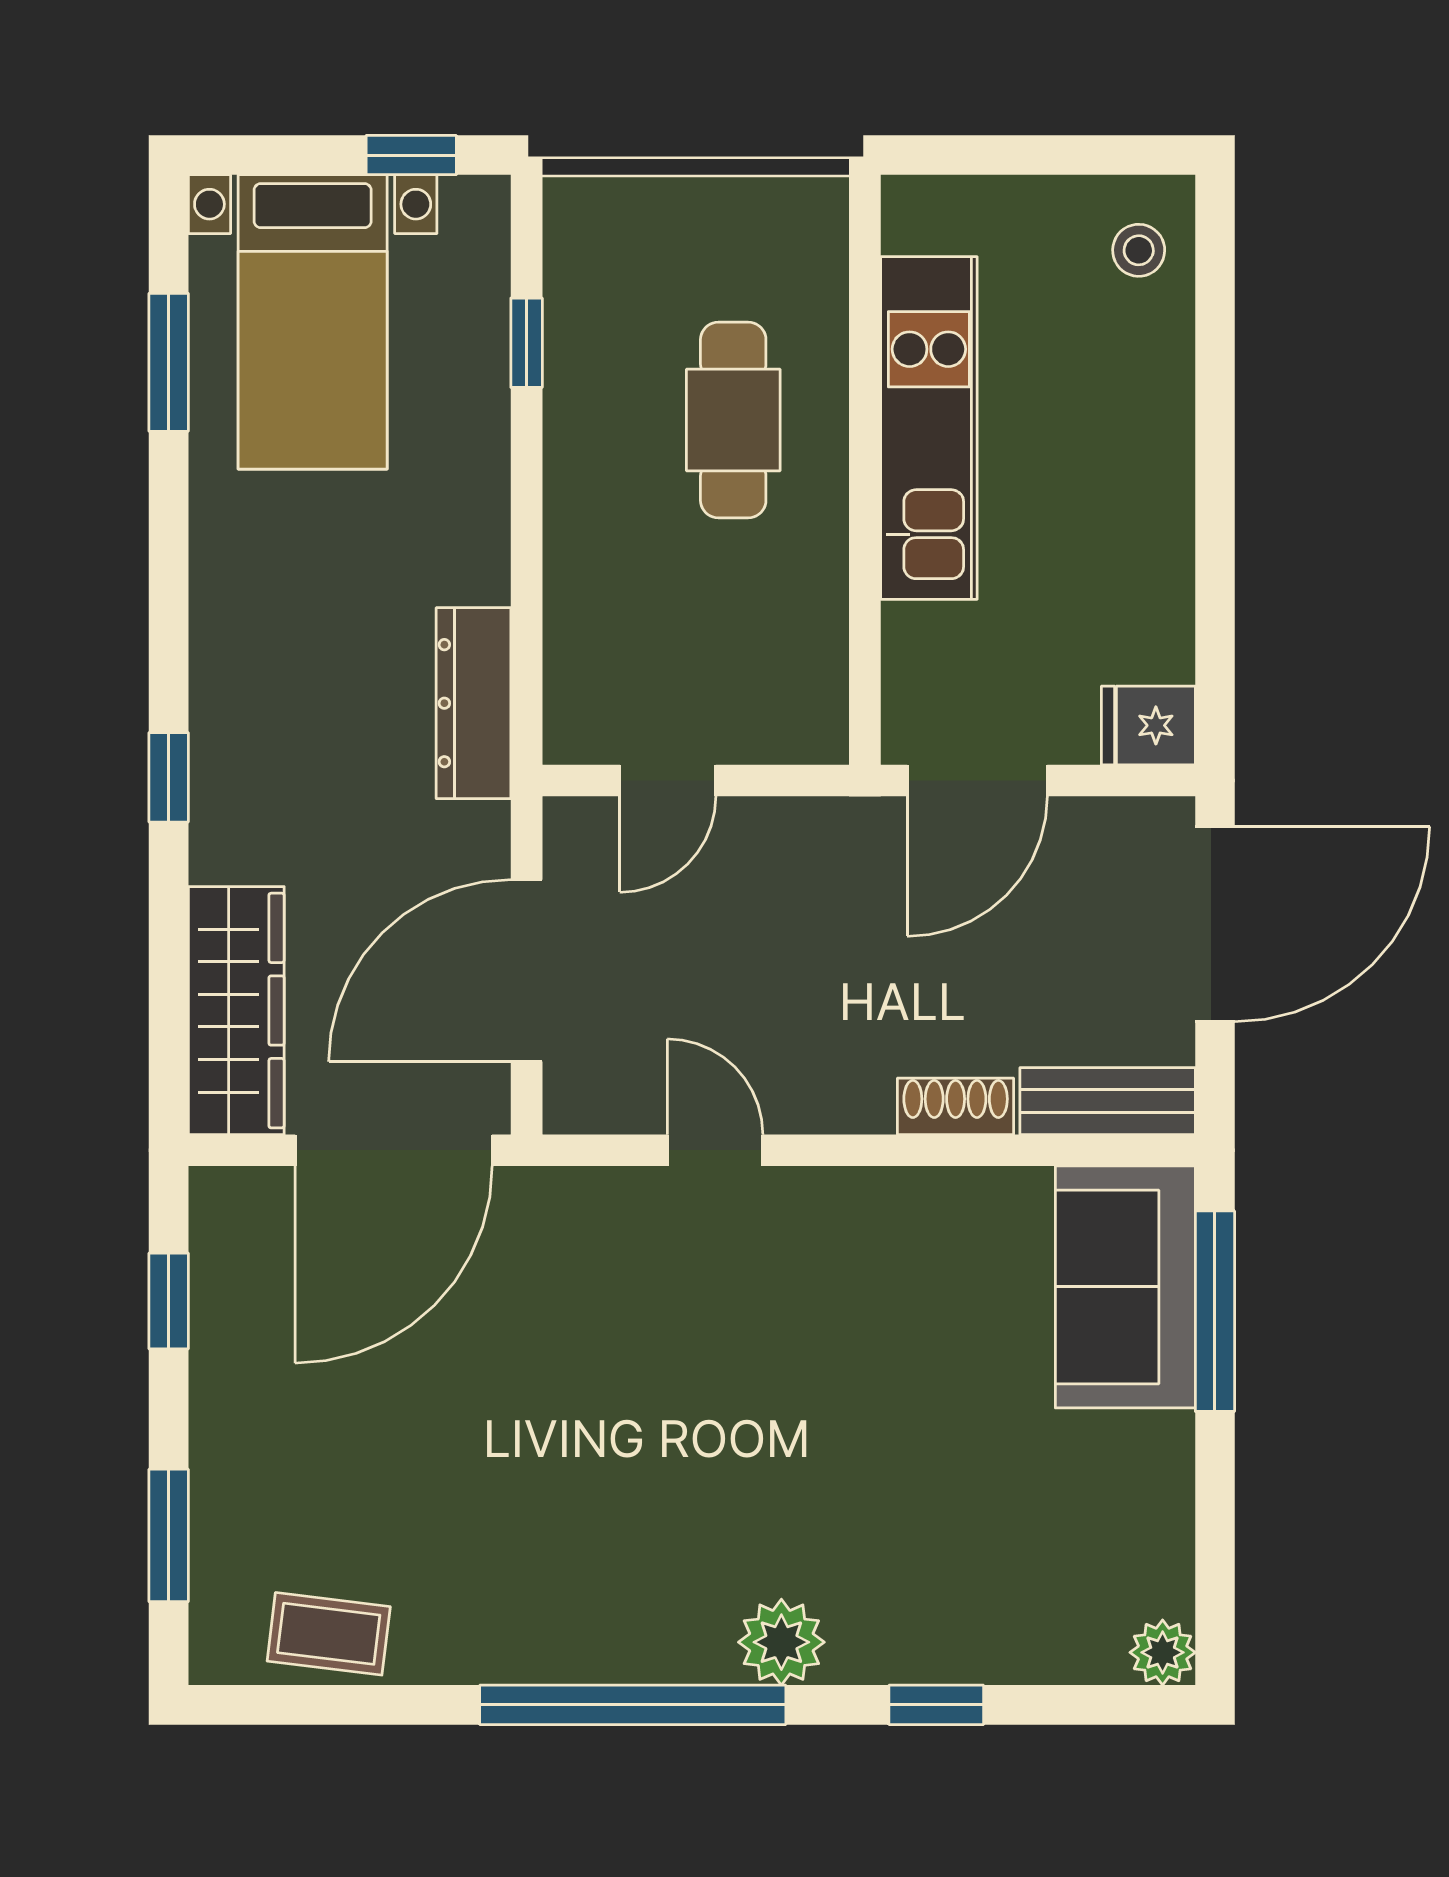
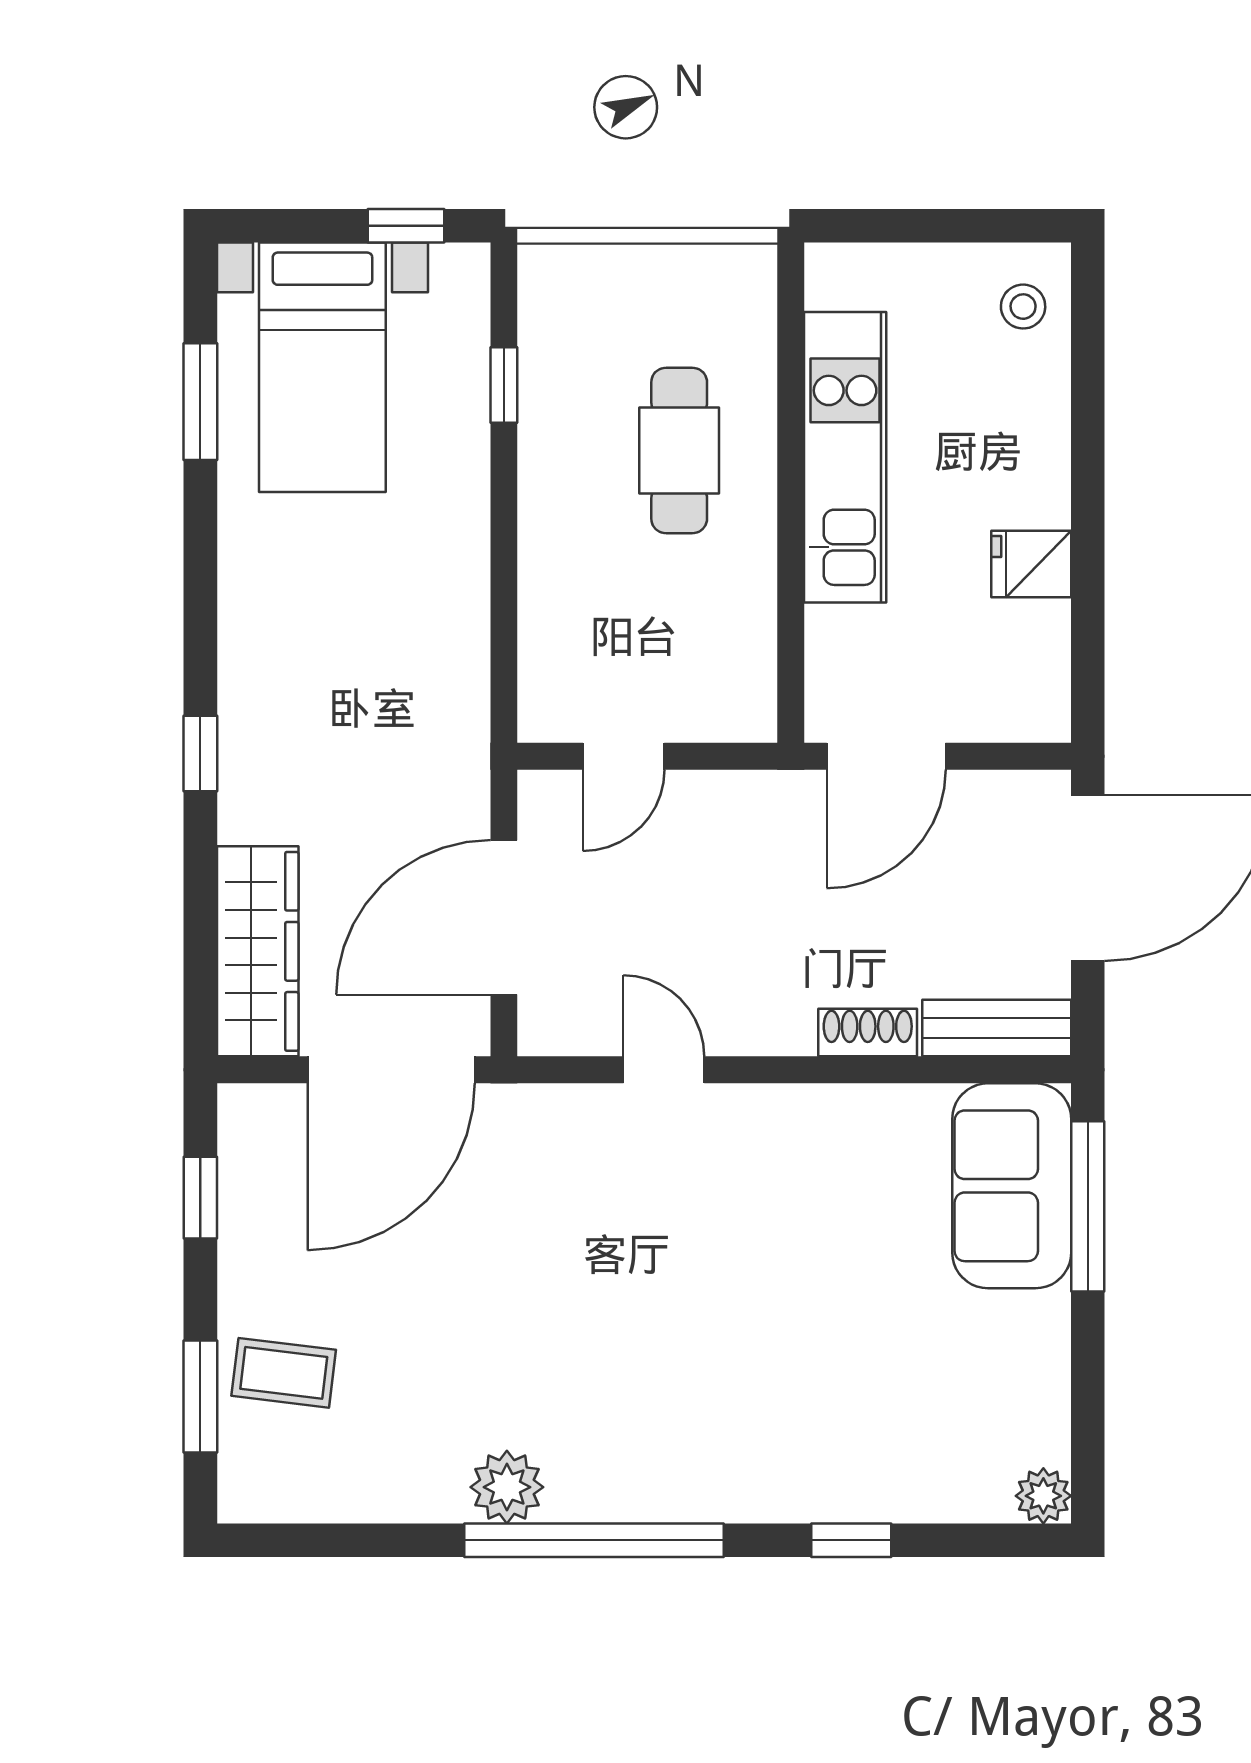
dresser: (473, 703) -> (459, 691), removed
fridge: (1148, 725) -> (1031, 564), moved
coffee table: (329, 1634) -> (284, 1373), moved
plant: (781, 1642) -> (507, 1487), moved

